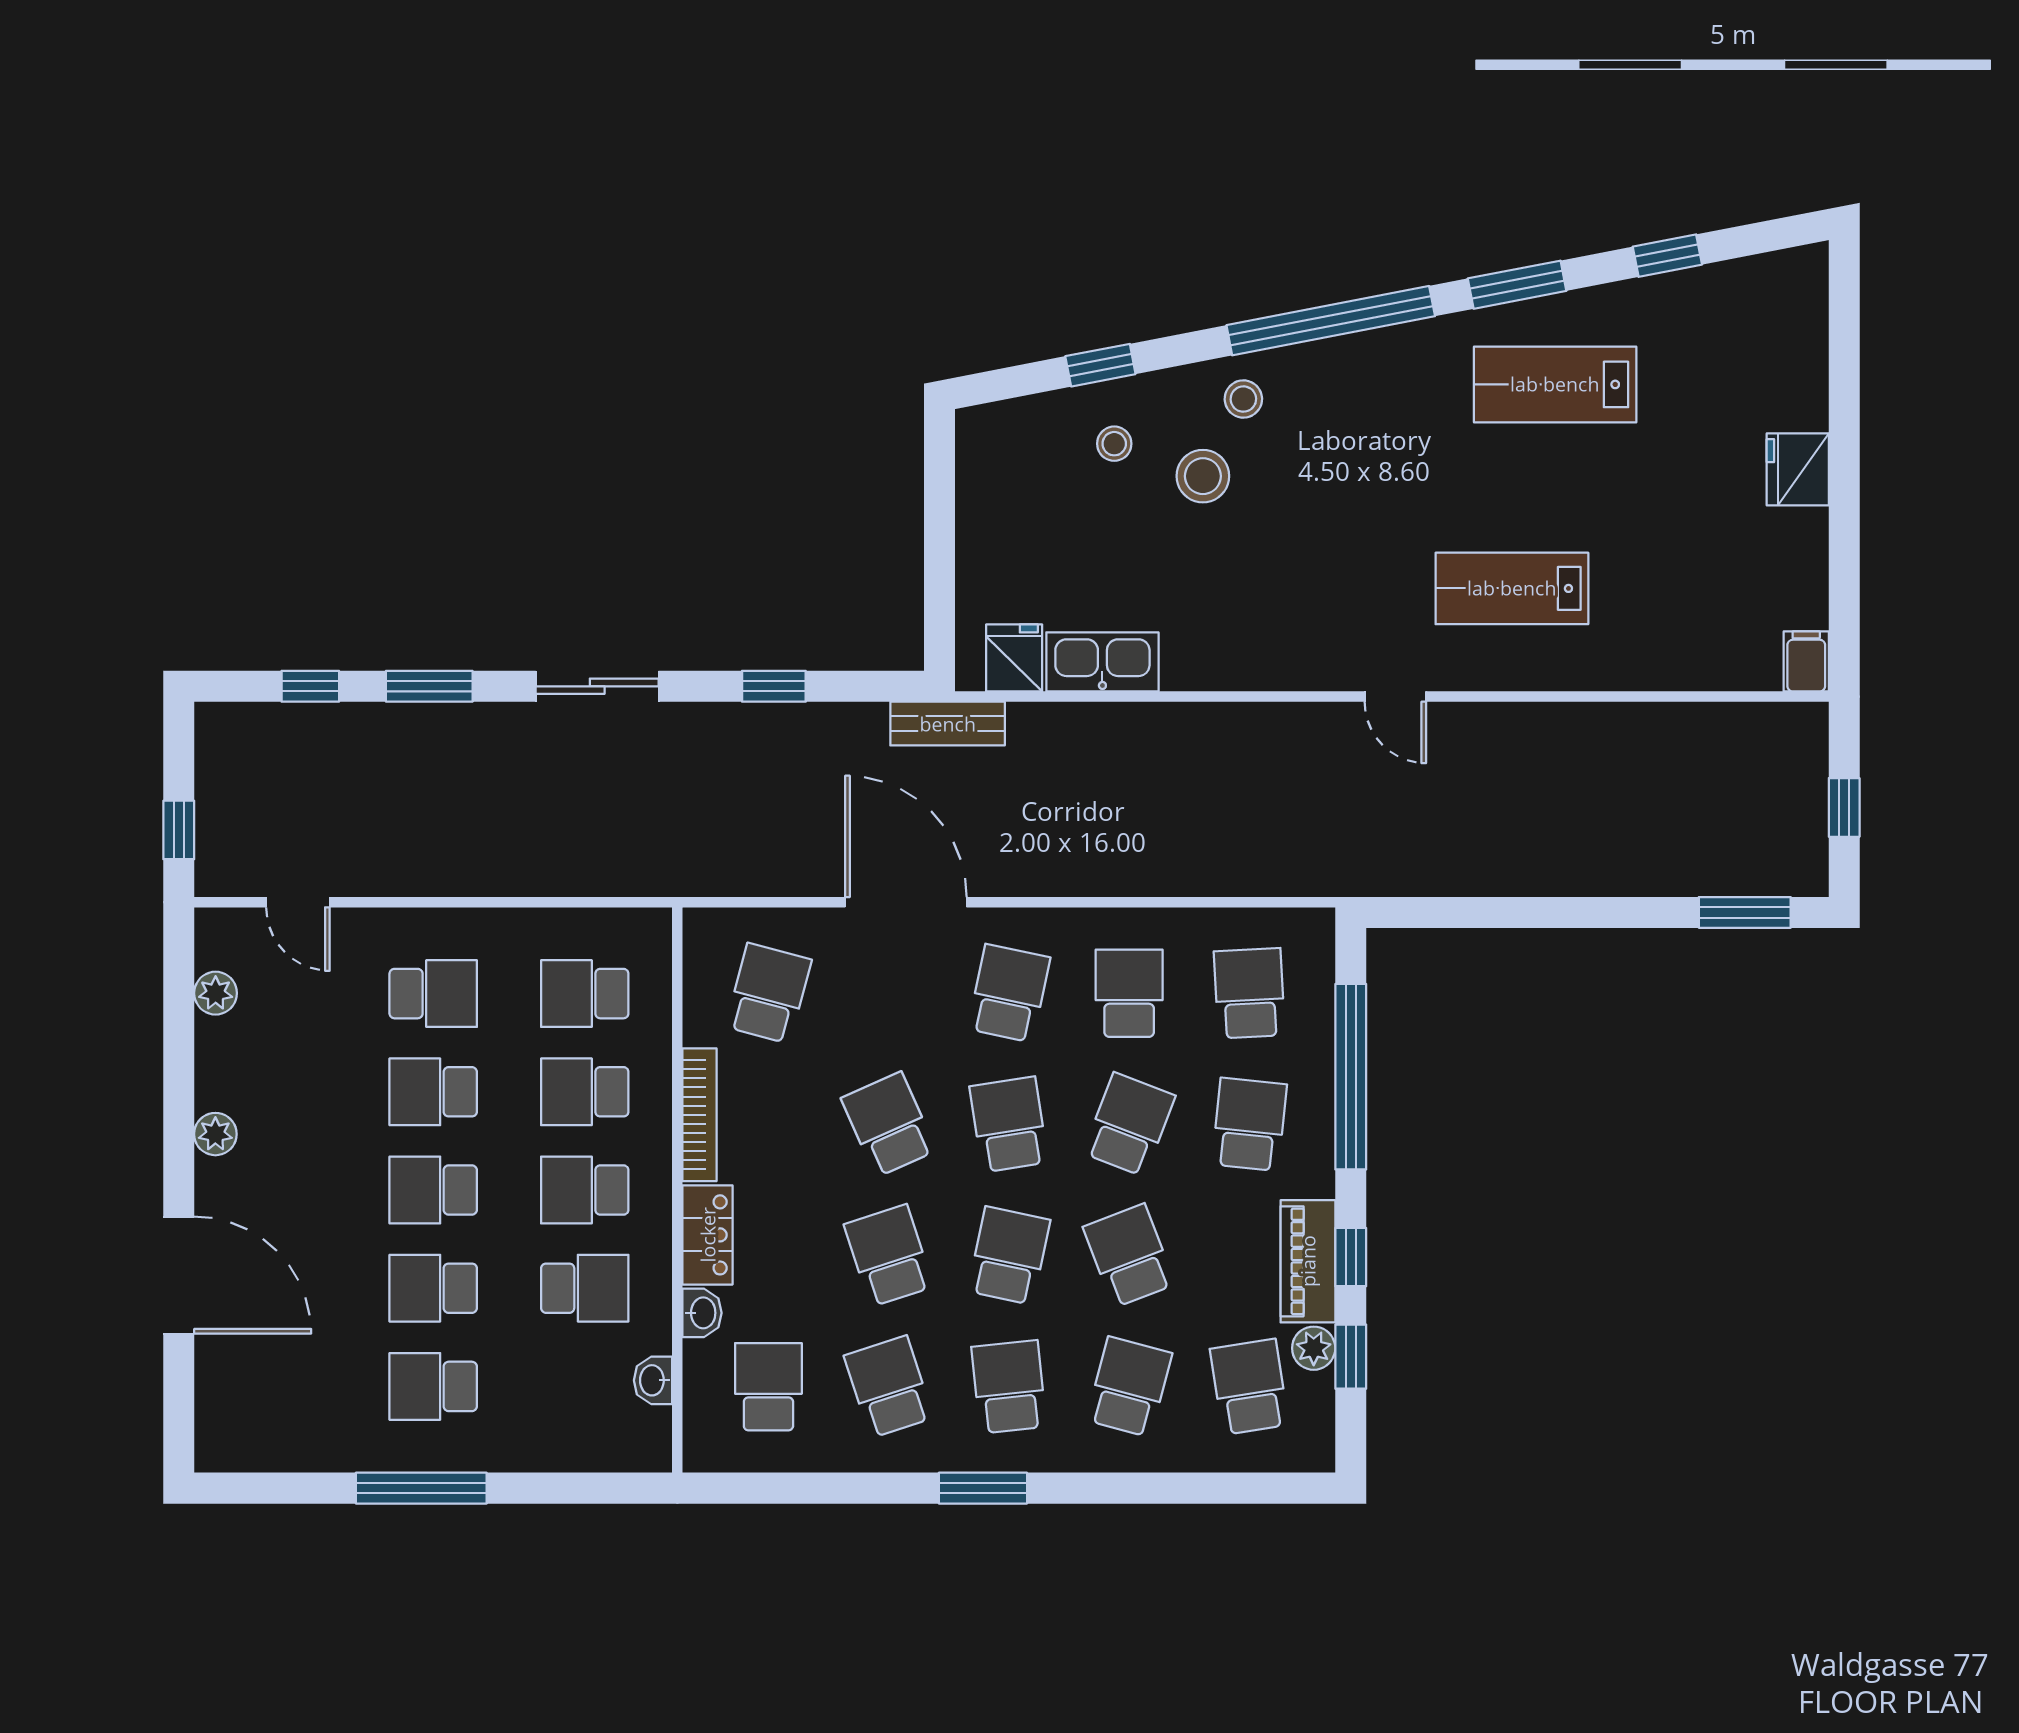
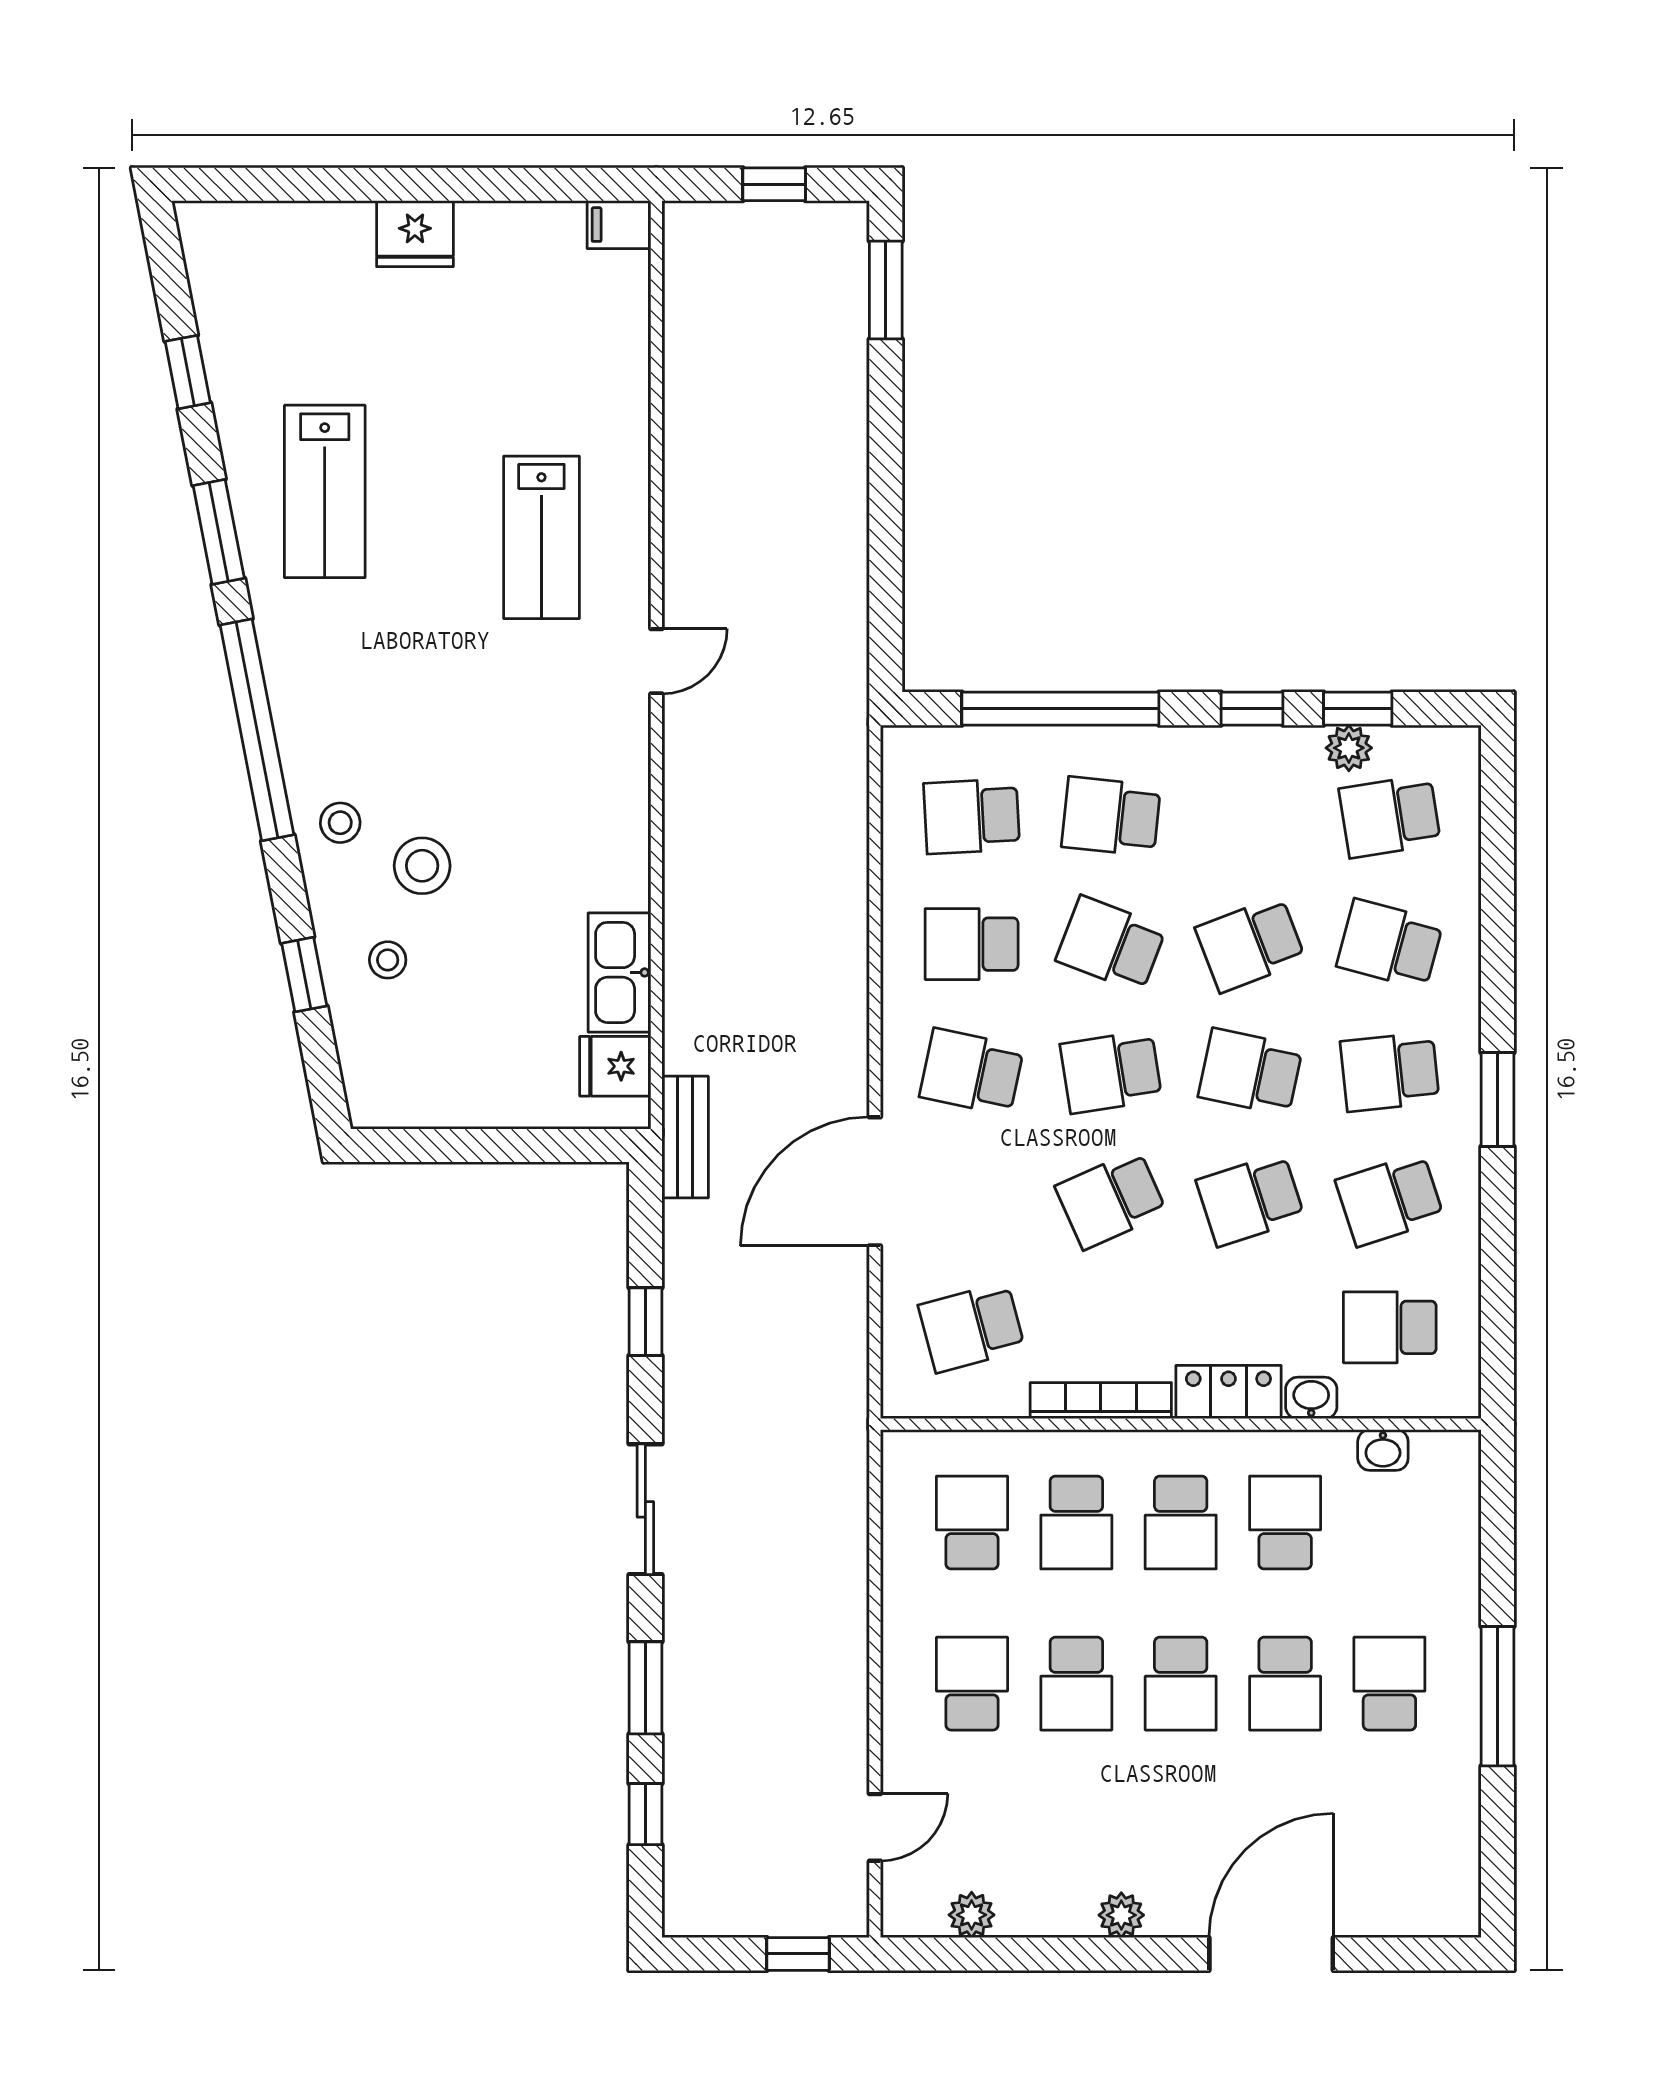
school desk: (768, 993) -> (972, 1327), turned -30
school desk: (585, 994) -> (972, 1523), turned 180
piano: (1308, 1261) -> (1256, 754), removed
school desk: (433, 1386) -> (1389, 1684), turned 180

